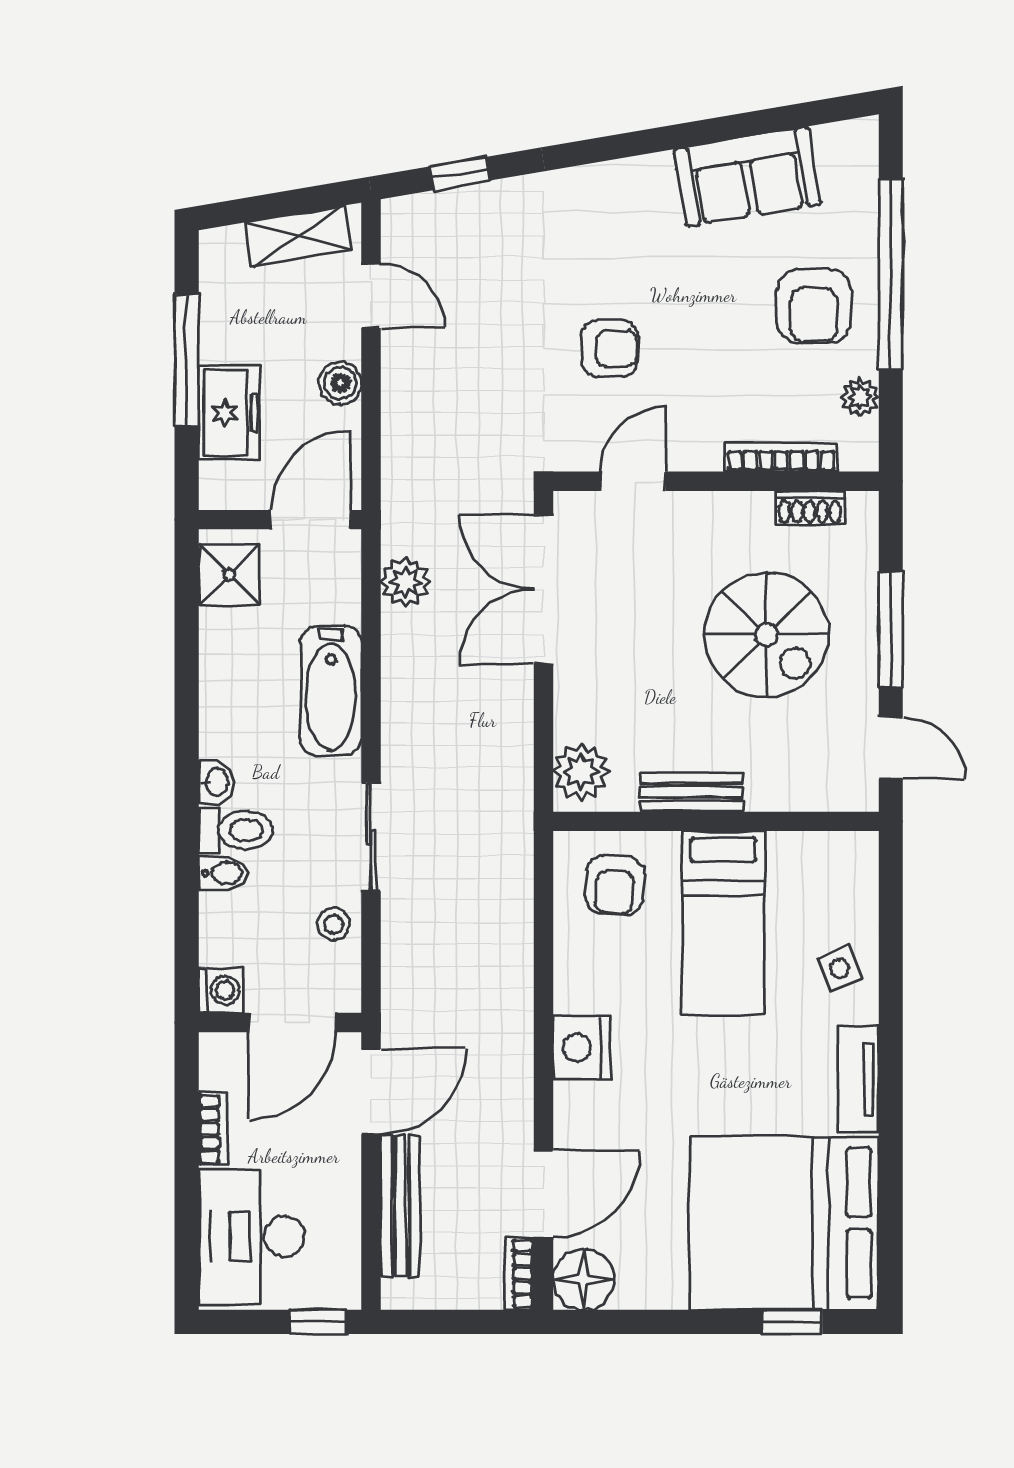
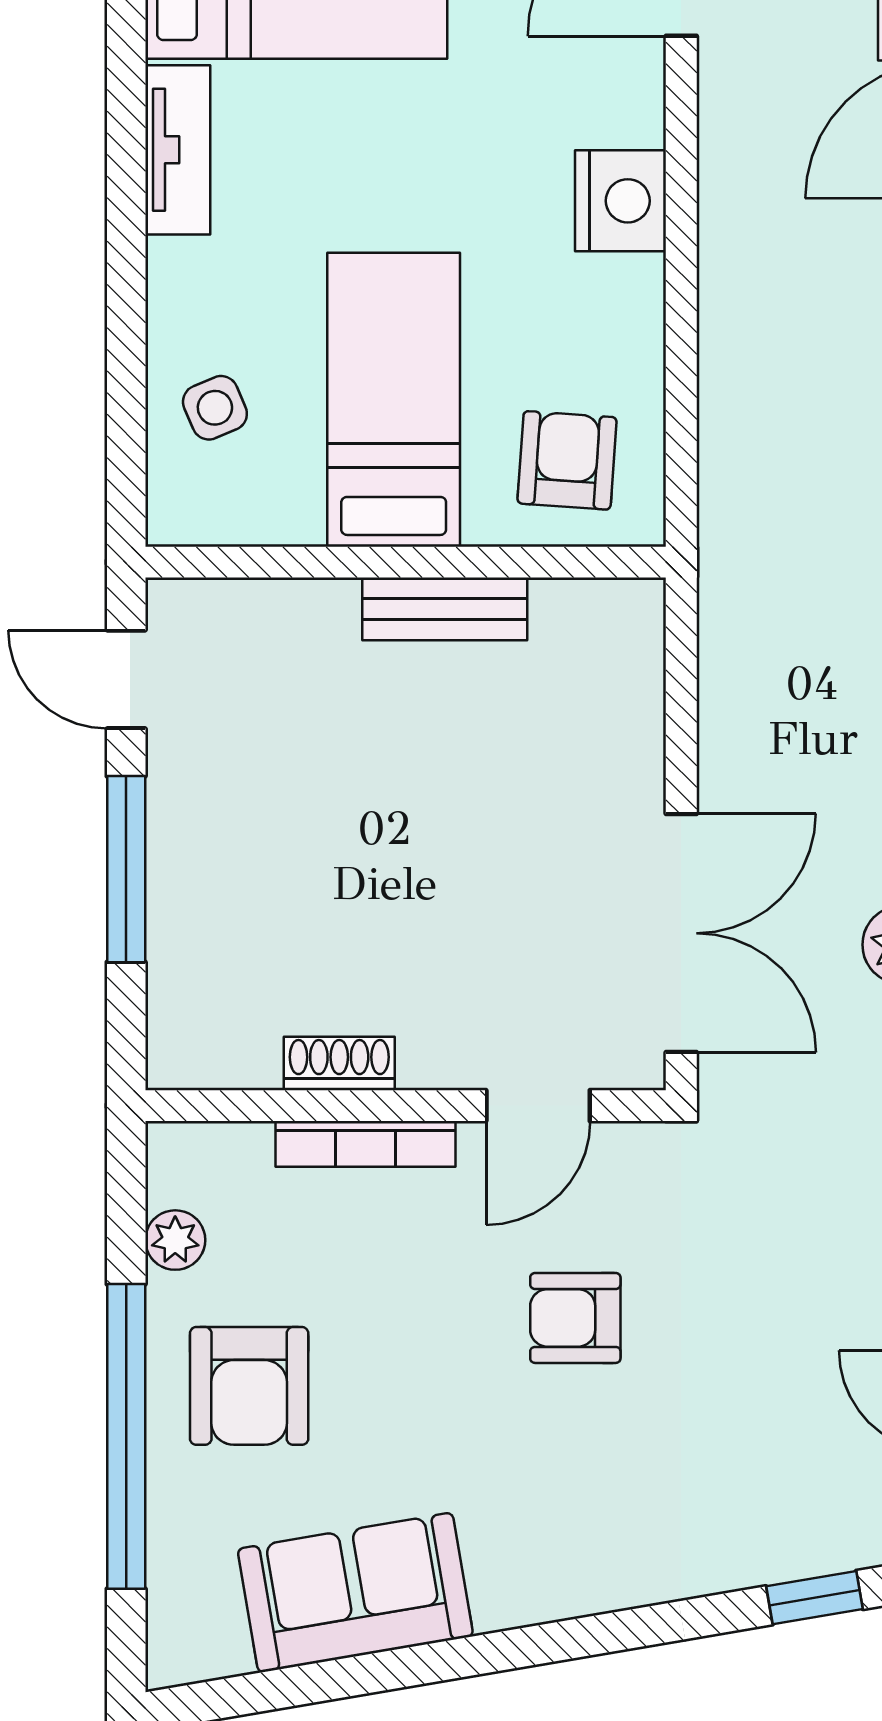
armchair: (814, 306) -> (249, 1386), turned 180
bookcase: (781, 457) -> (366, 1144), moved
shoe rack: (810, 508) -> (339, 1063), moved
spiral stairs: (766, 635) -> (325, 861), removed
plant: (581, 772) -> (621, 641), removed
side table: (840, 969) -> (215, 408), moved

